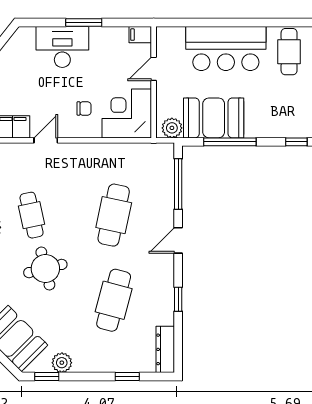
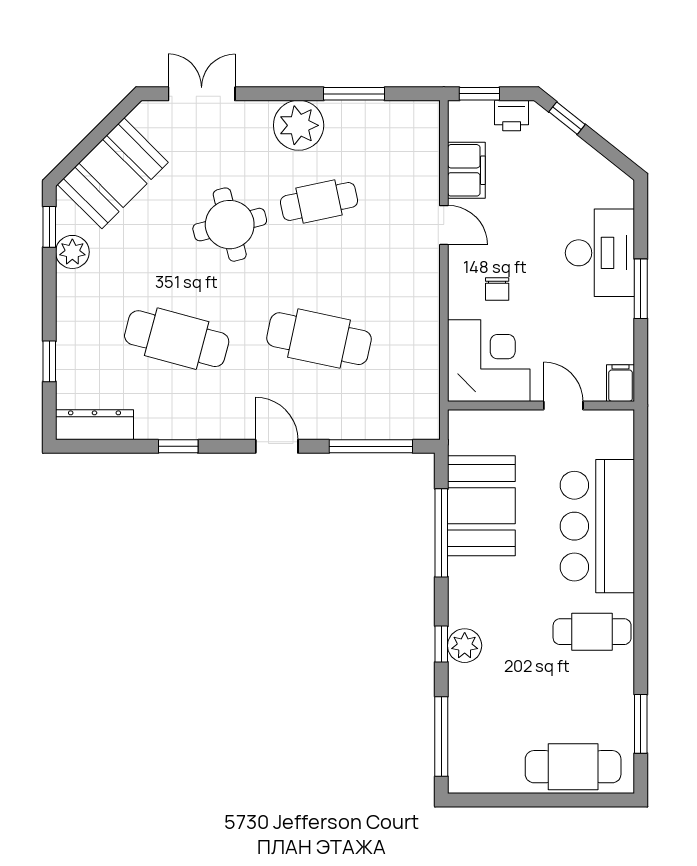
plant: (172, 128) -> (465, 646), moved

